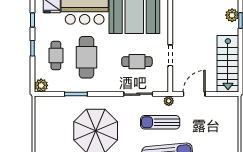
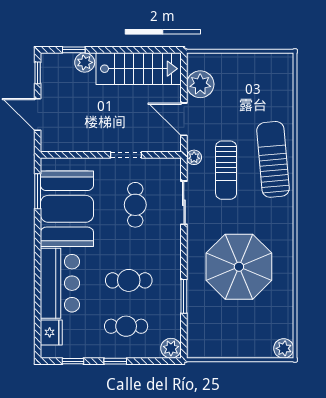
plant: (232, 15) -> (85, 62), moved
cafe table: (86, 57) -> (129, 280), width x0.73, depth x0.74
plant: (217, 105) -> (200, 84), added

